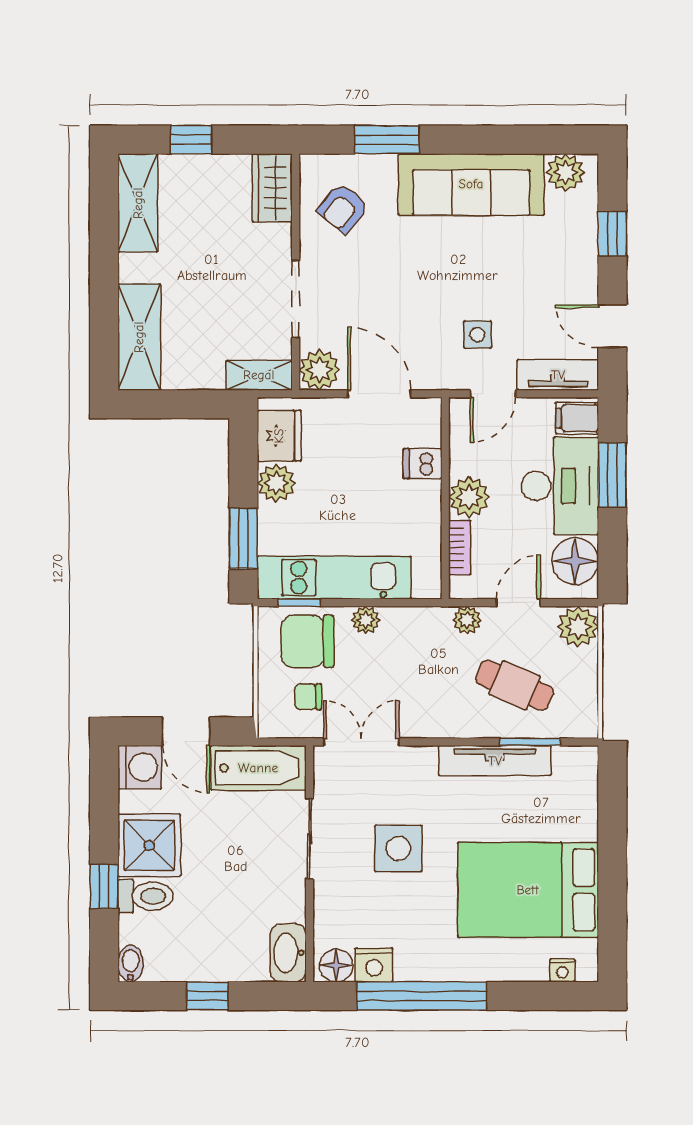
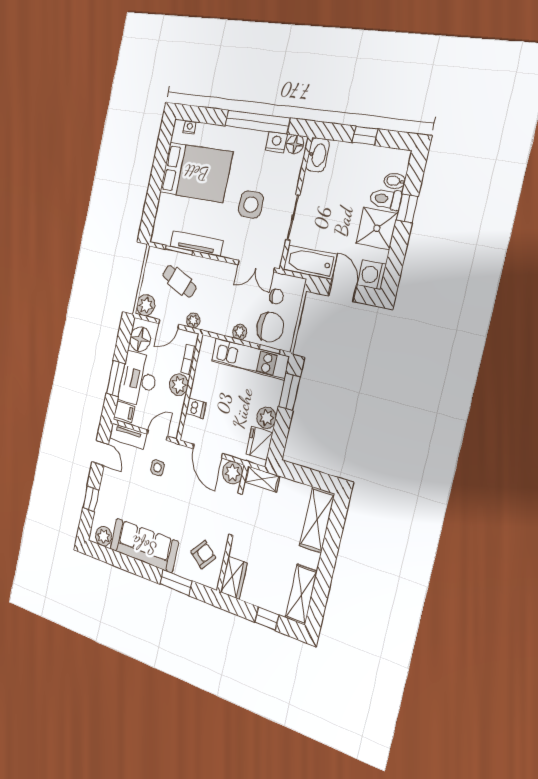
bidet: (131, 964) -> (395, 181), moved, turned 90

